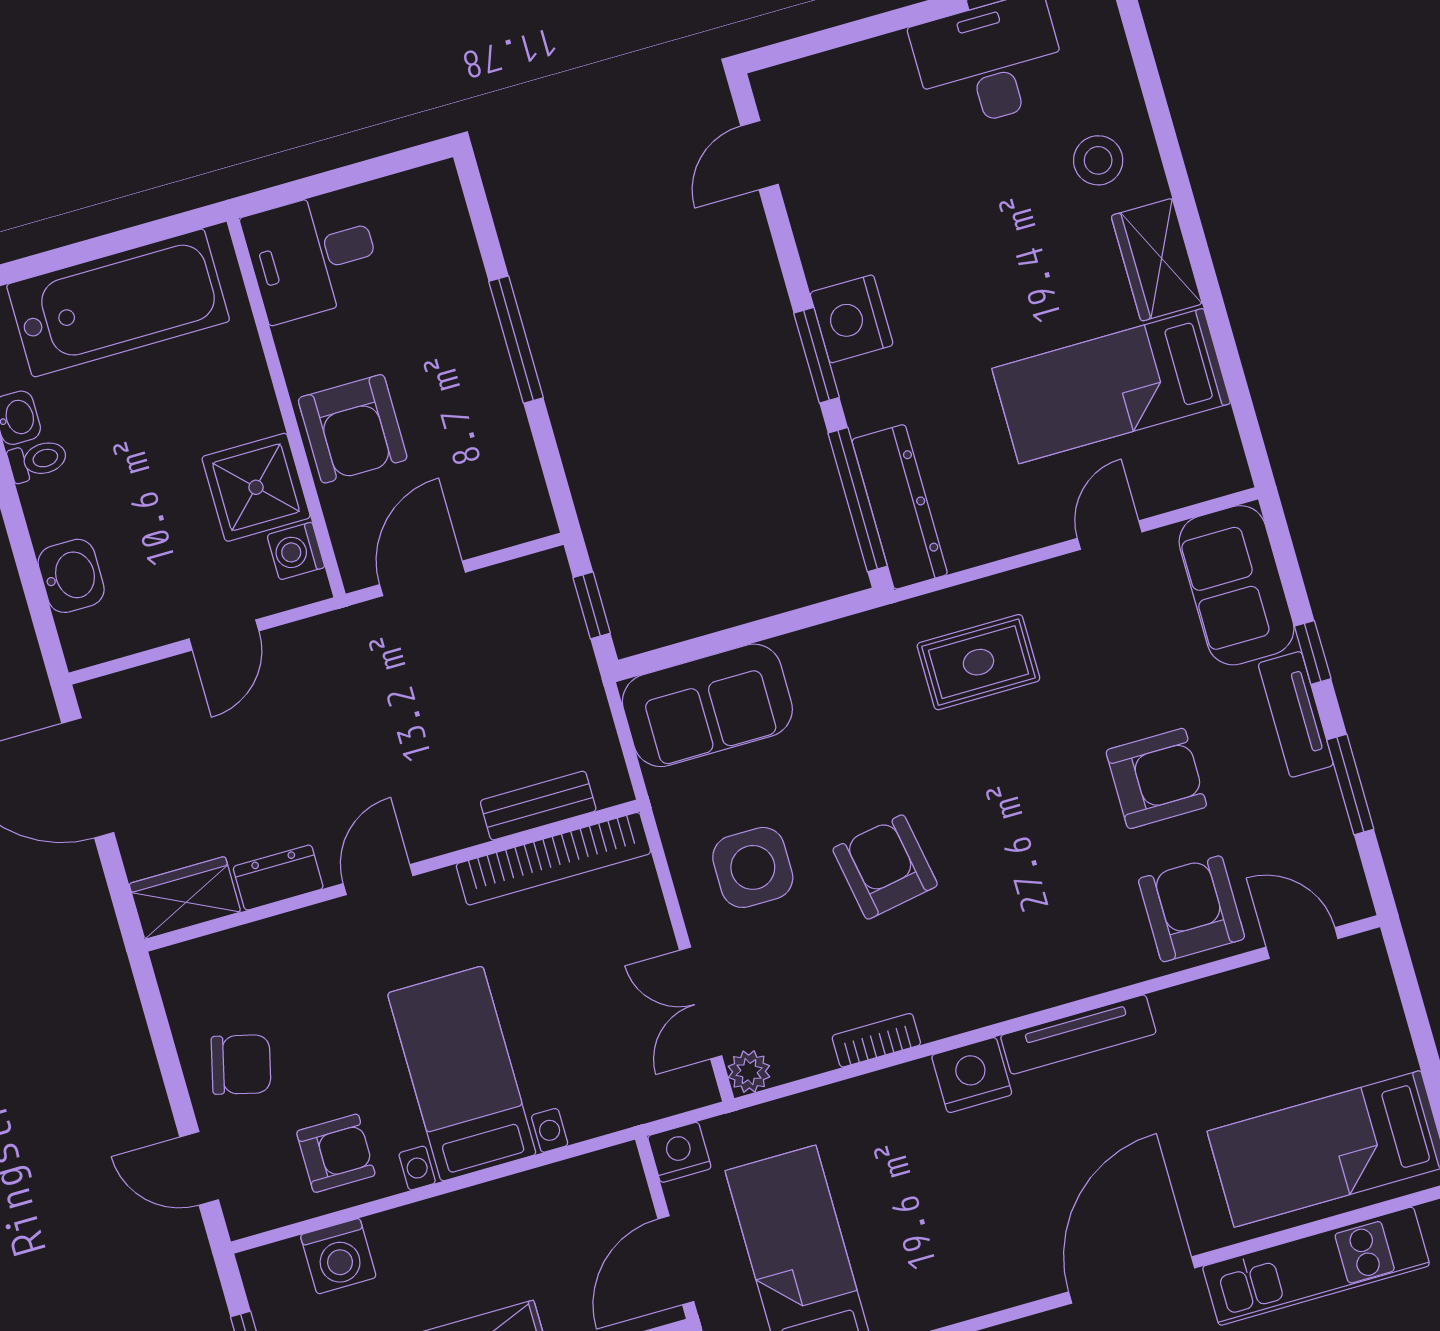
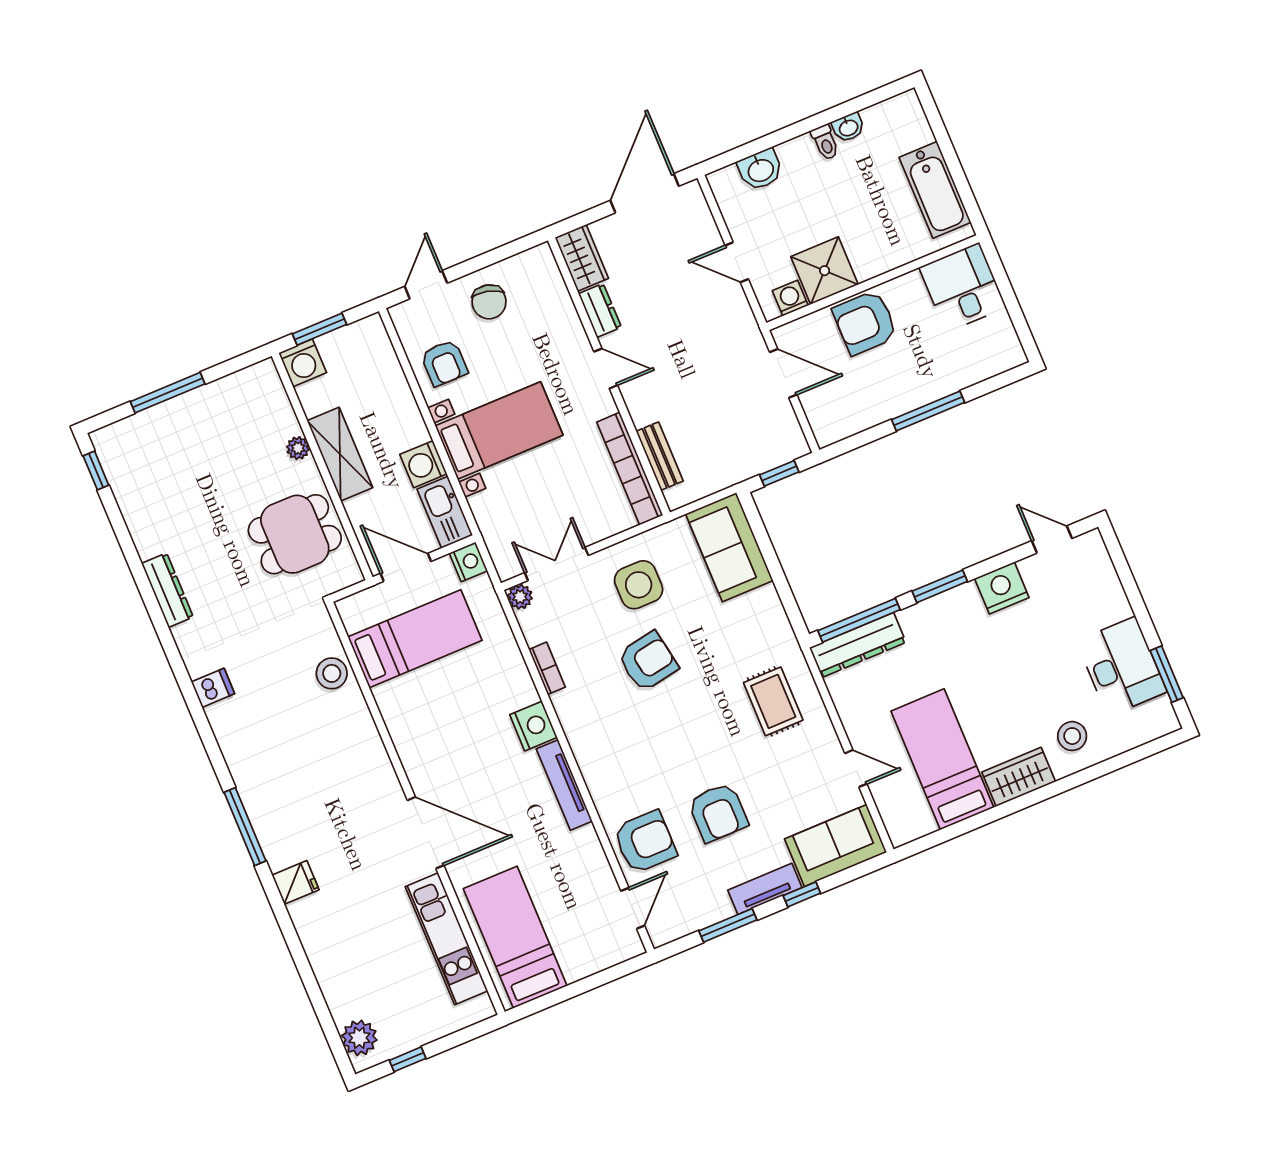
bathtub: (118, 303) -> (935, 190), width x0.73, depth x0.73
nightstand: (852, 319) -> (1002, 588), moved
kitchen sink: (590, 1182) -> (445, 512), added
washing machine: (338, 1256) -> (423, 464), moved

